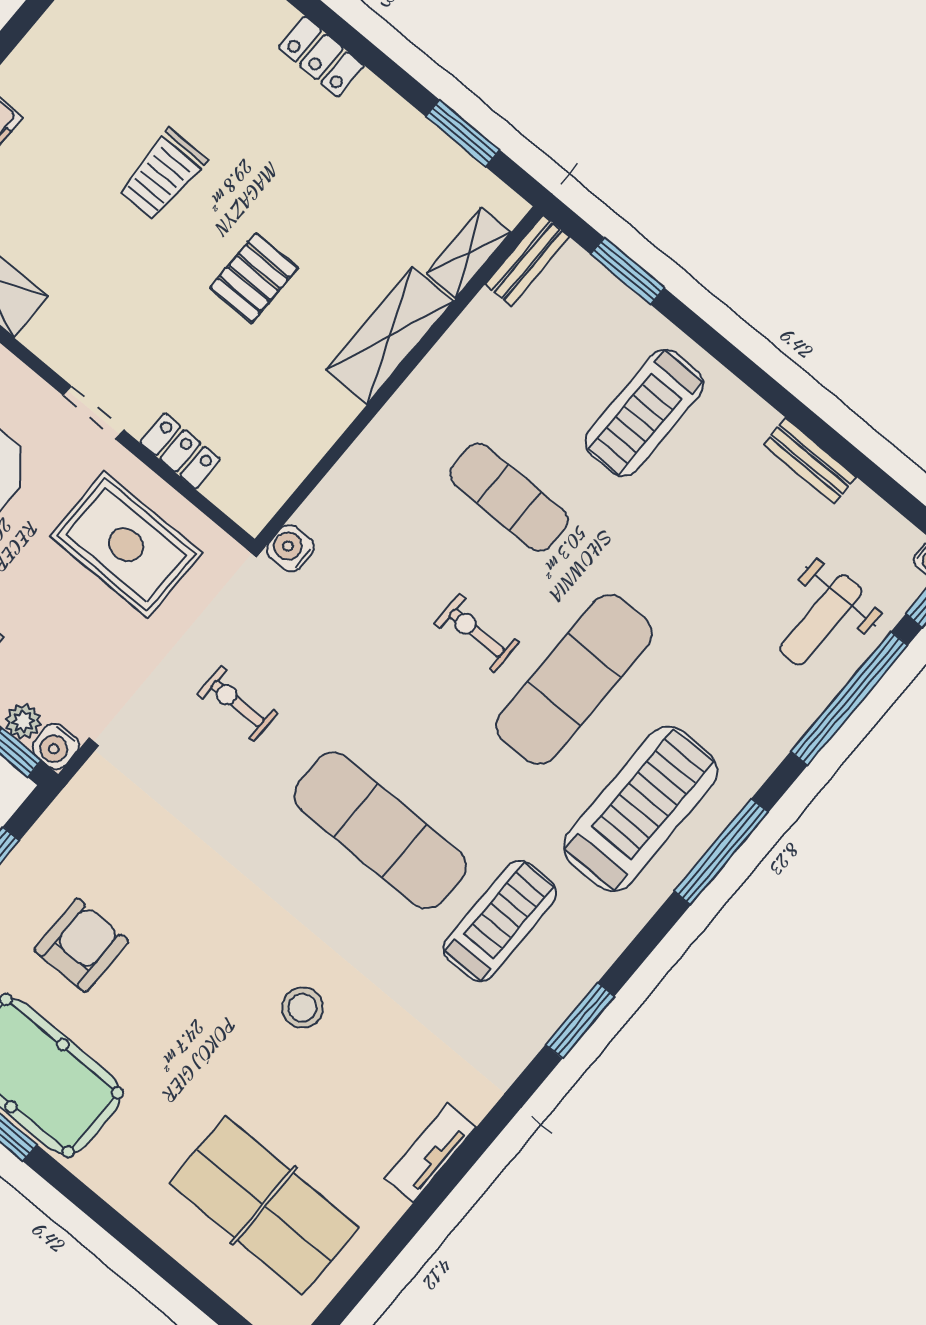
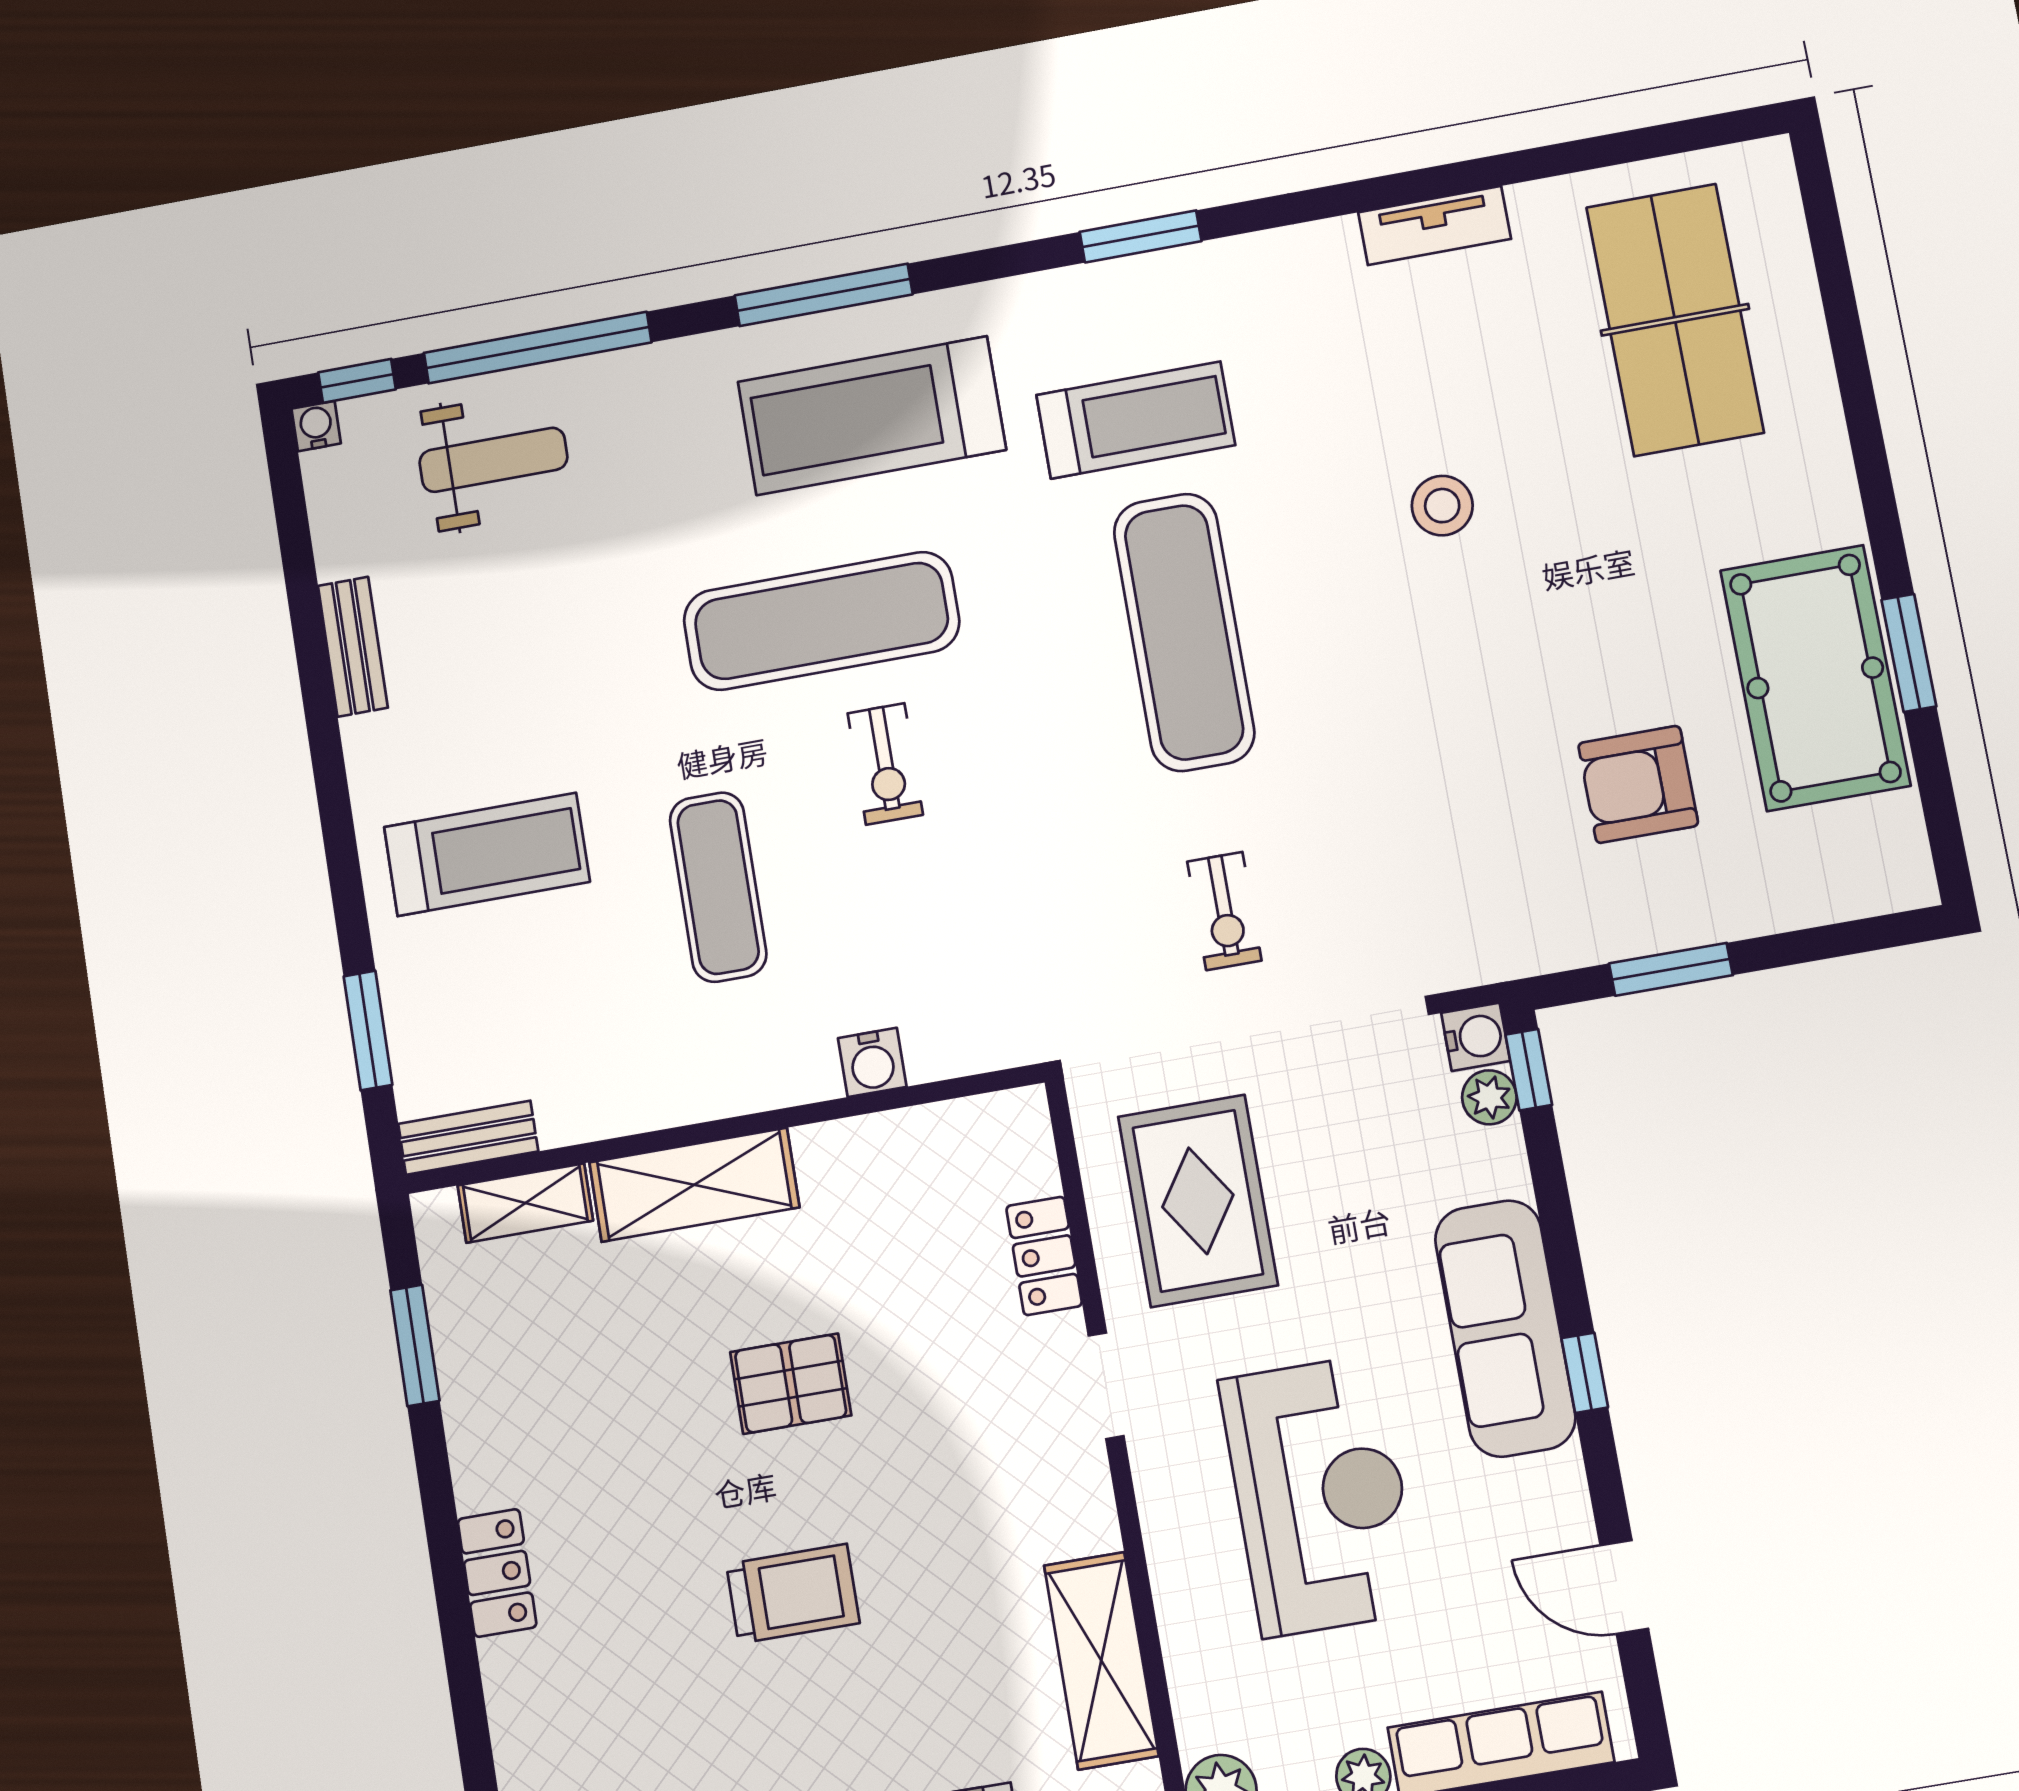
water cooler: (290, 548) -> (872, 1062), moved
treadmill: (500, 921) -> (1136, 420), turned 180

